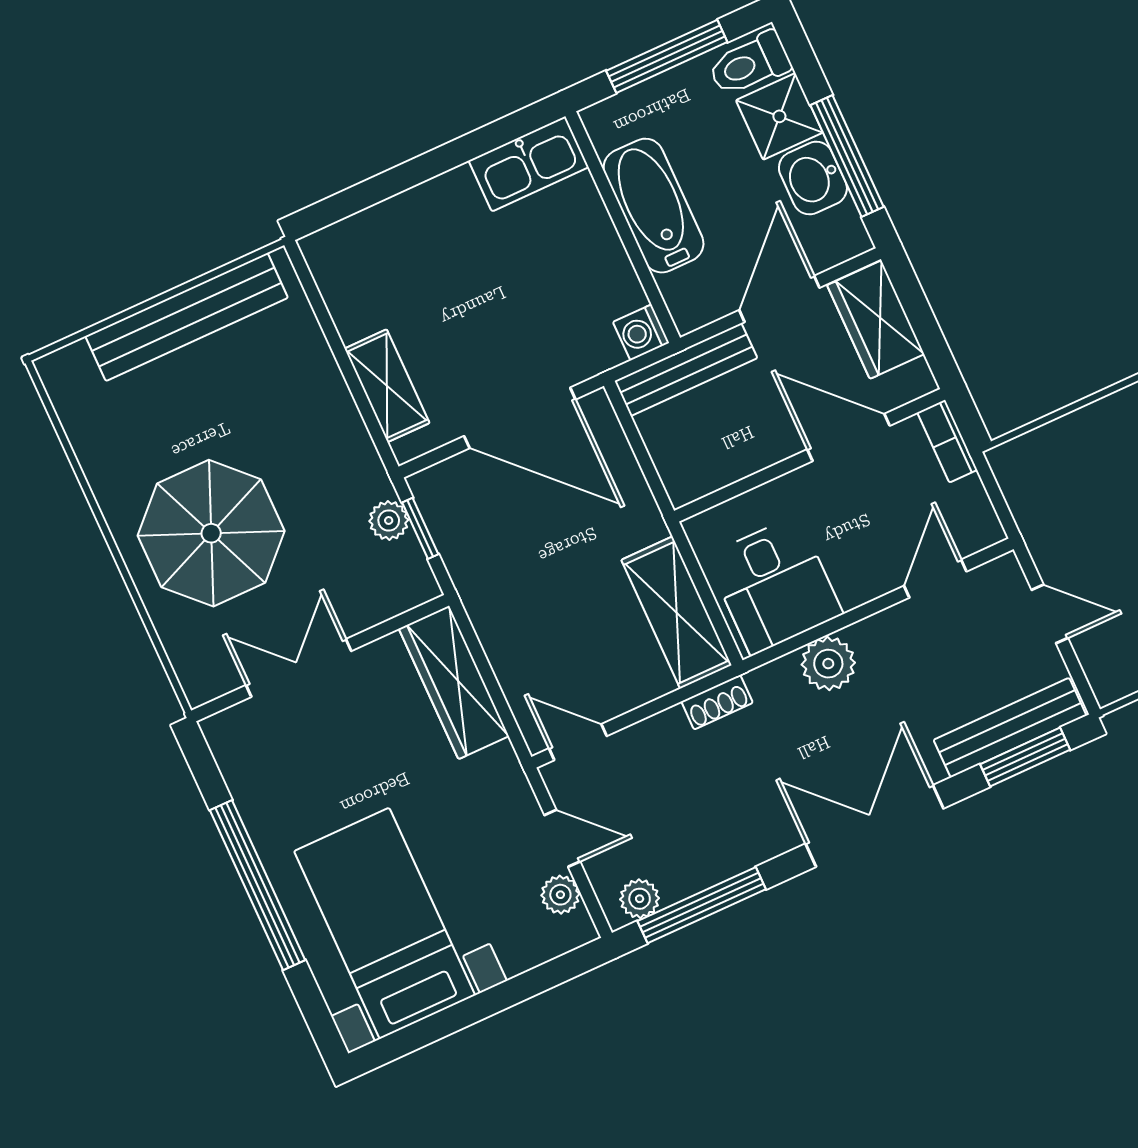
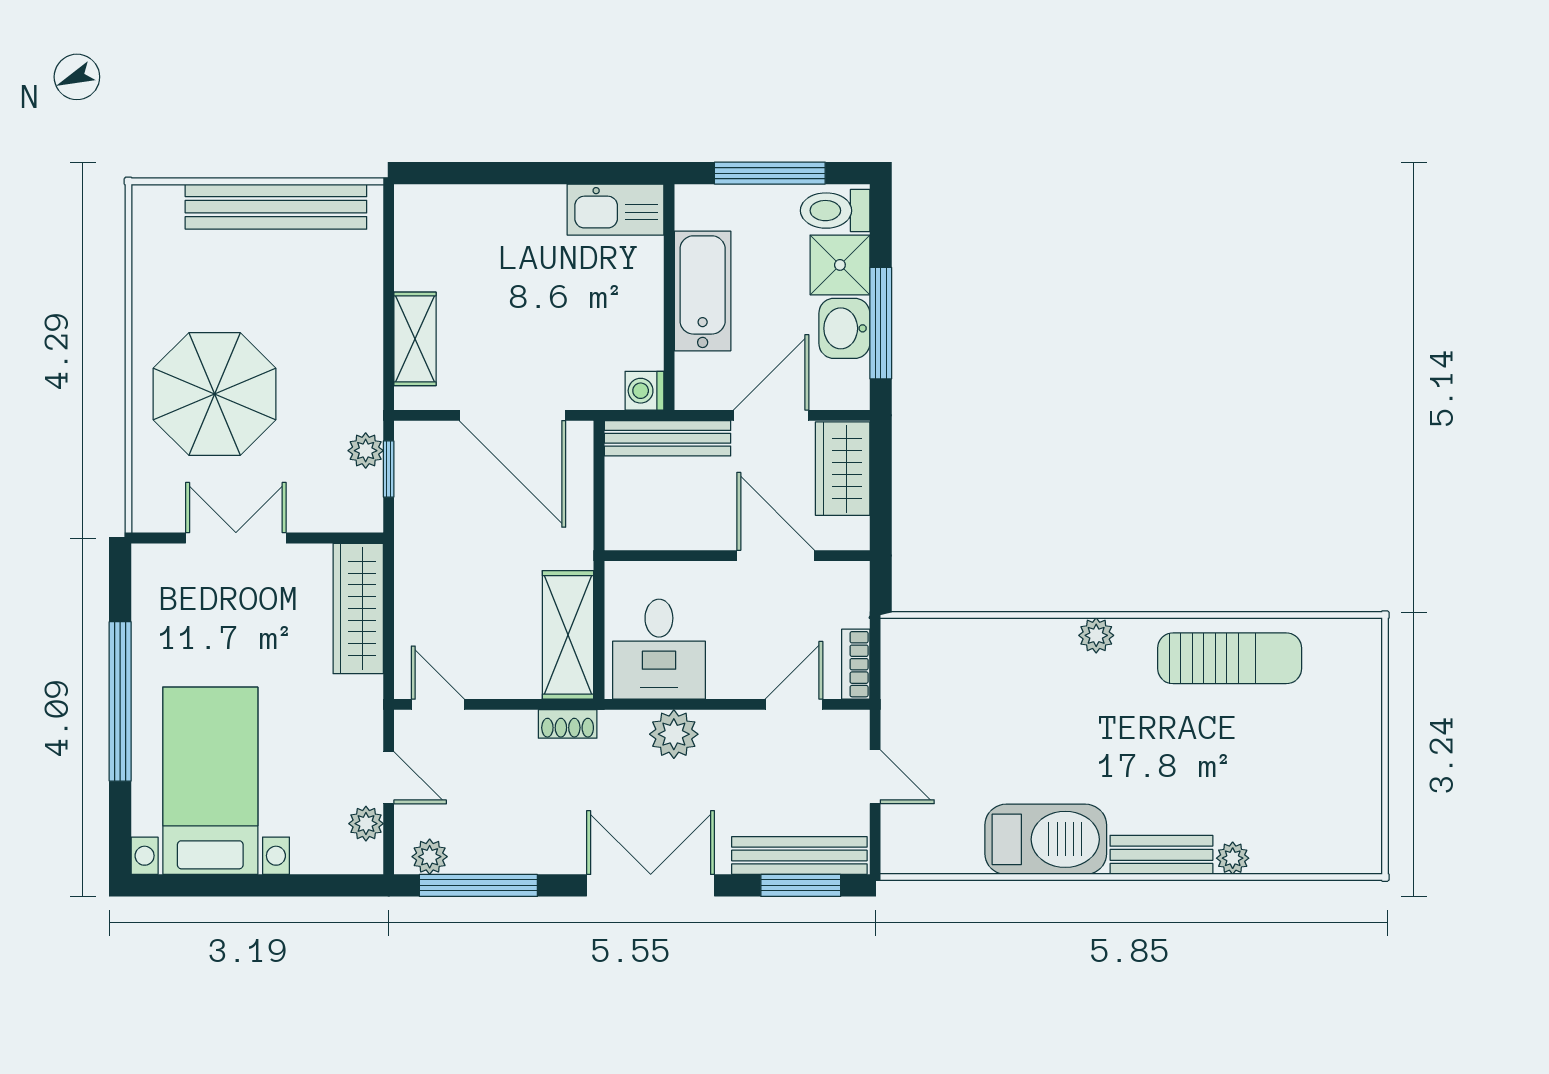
bookcase: (947, 441) -> (856, 664), moved

